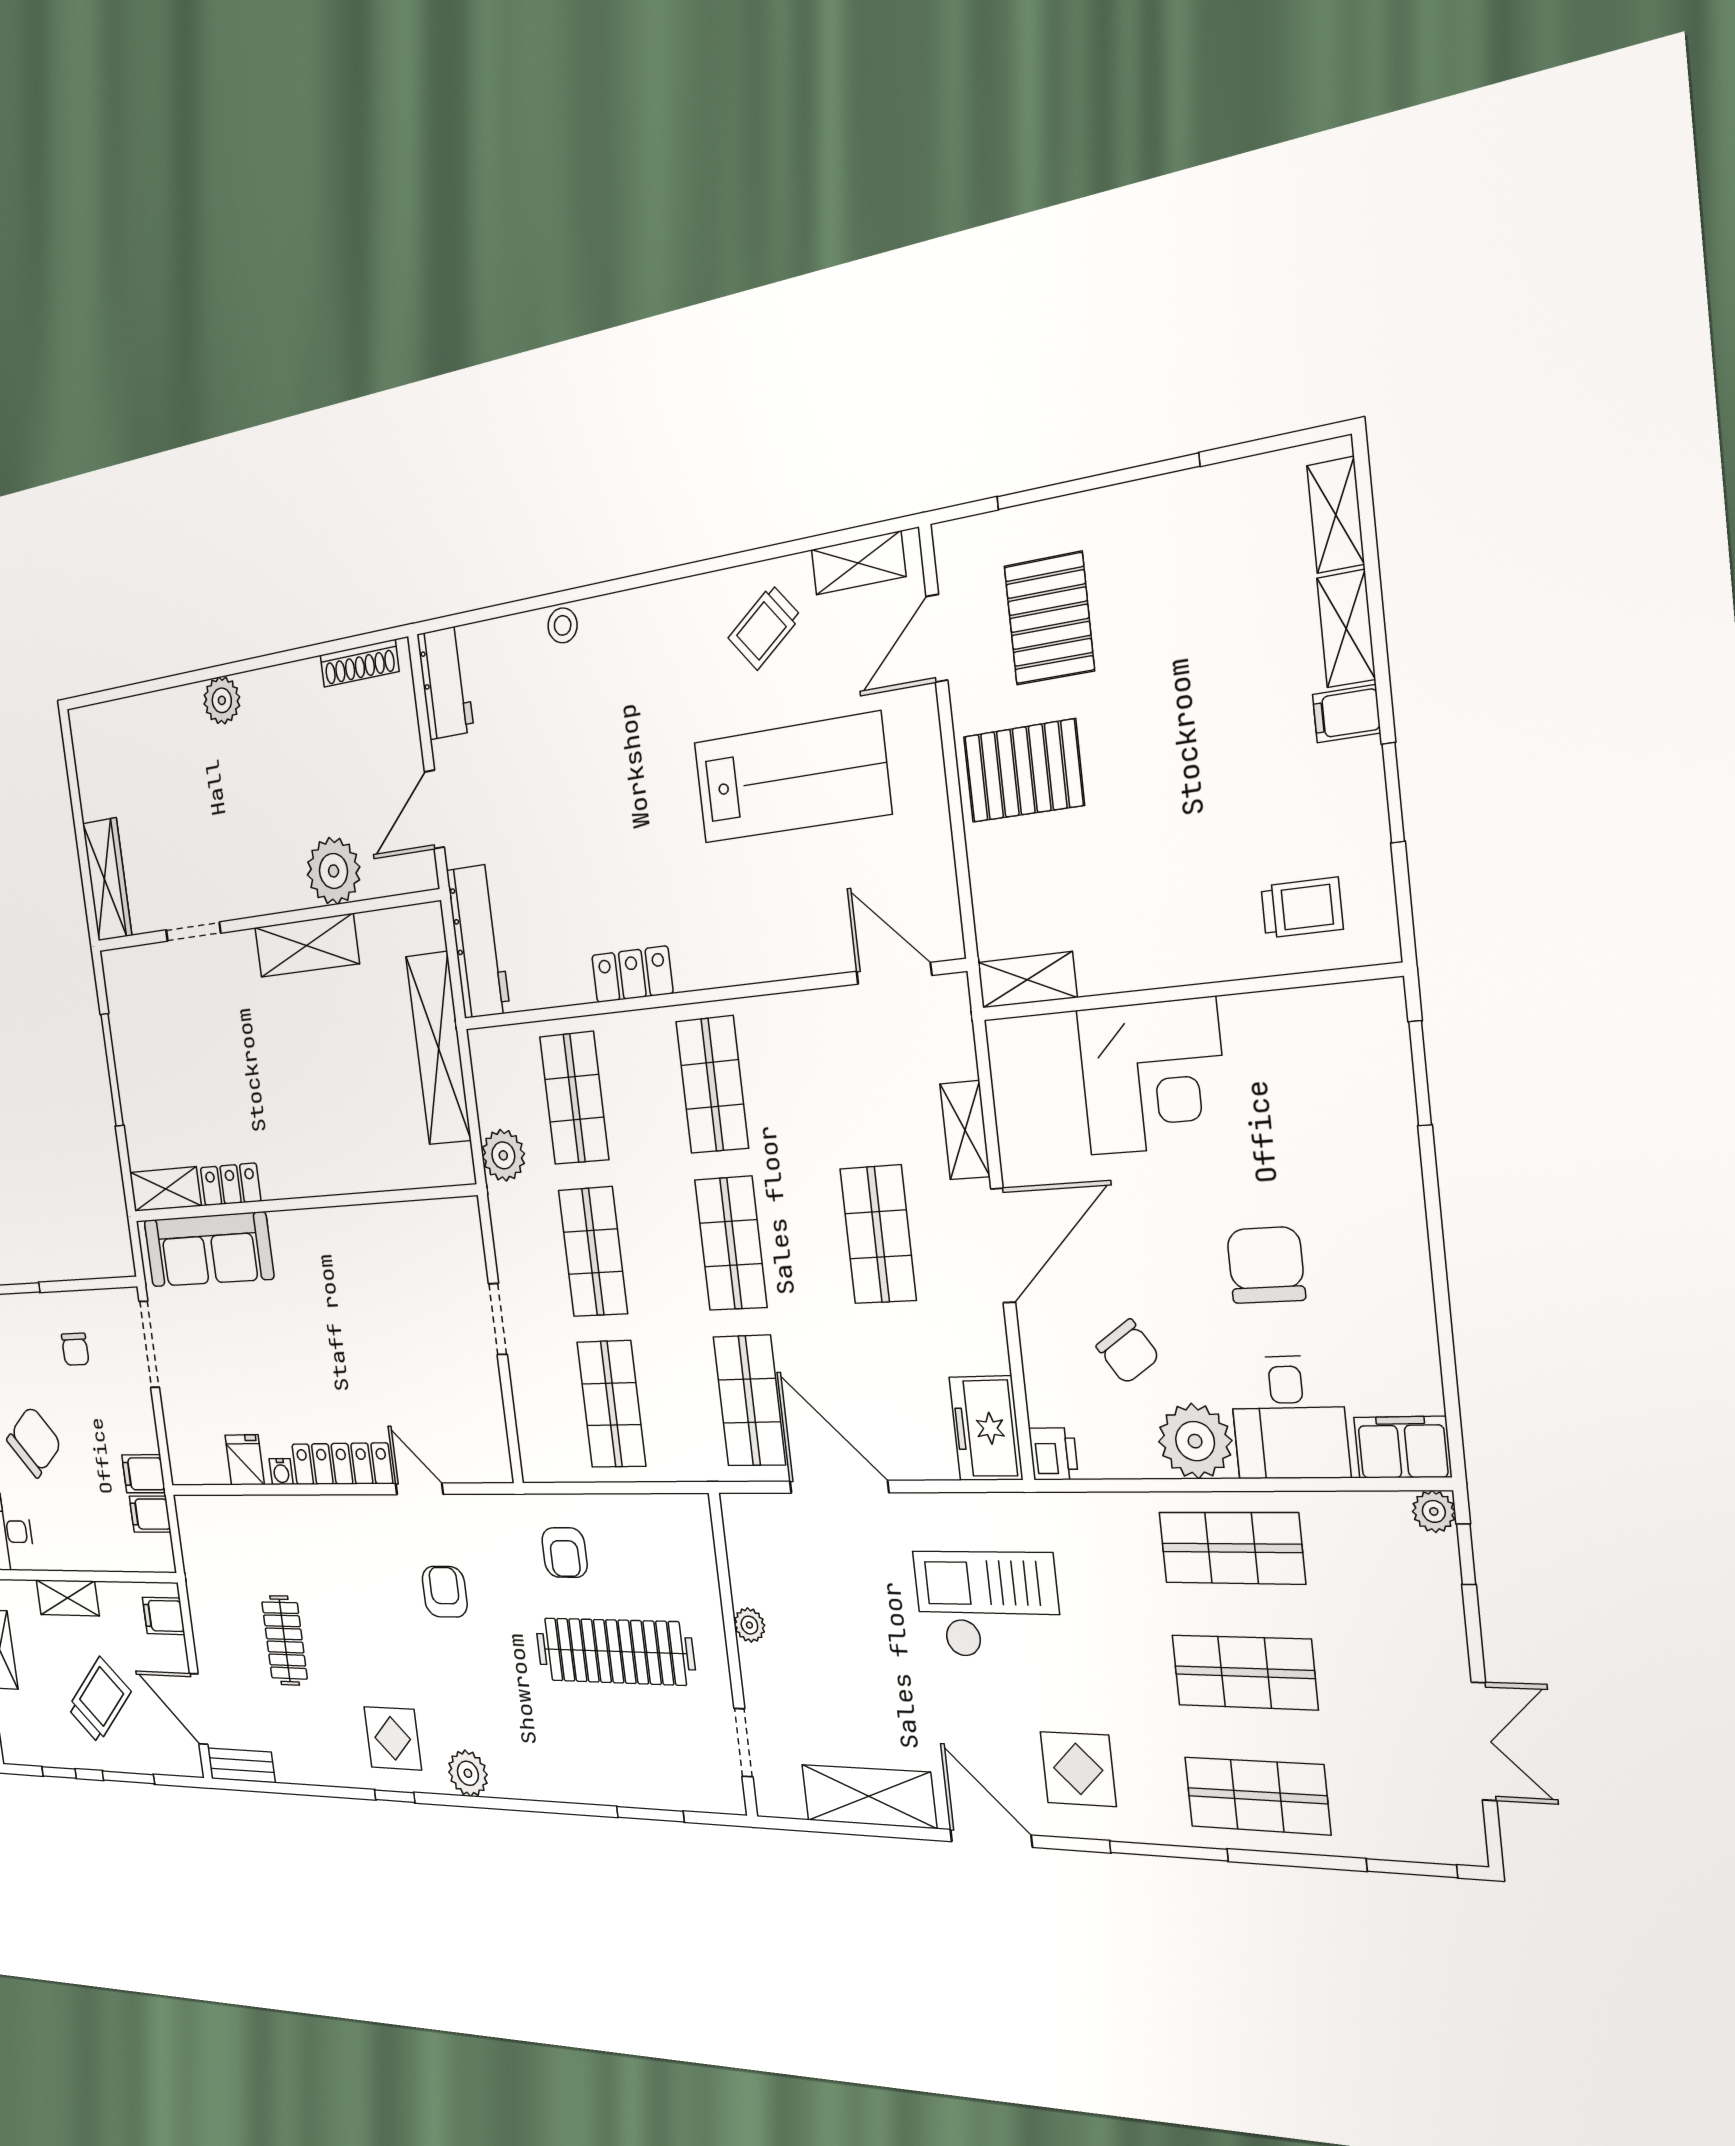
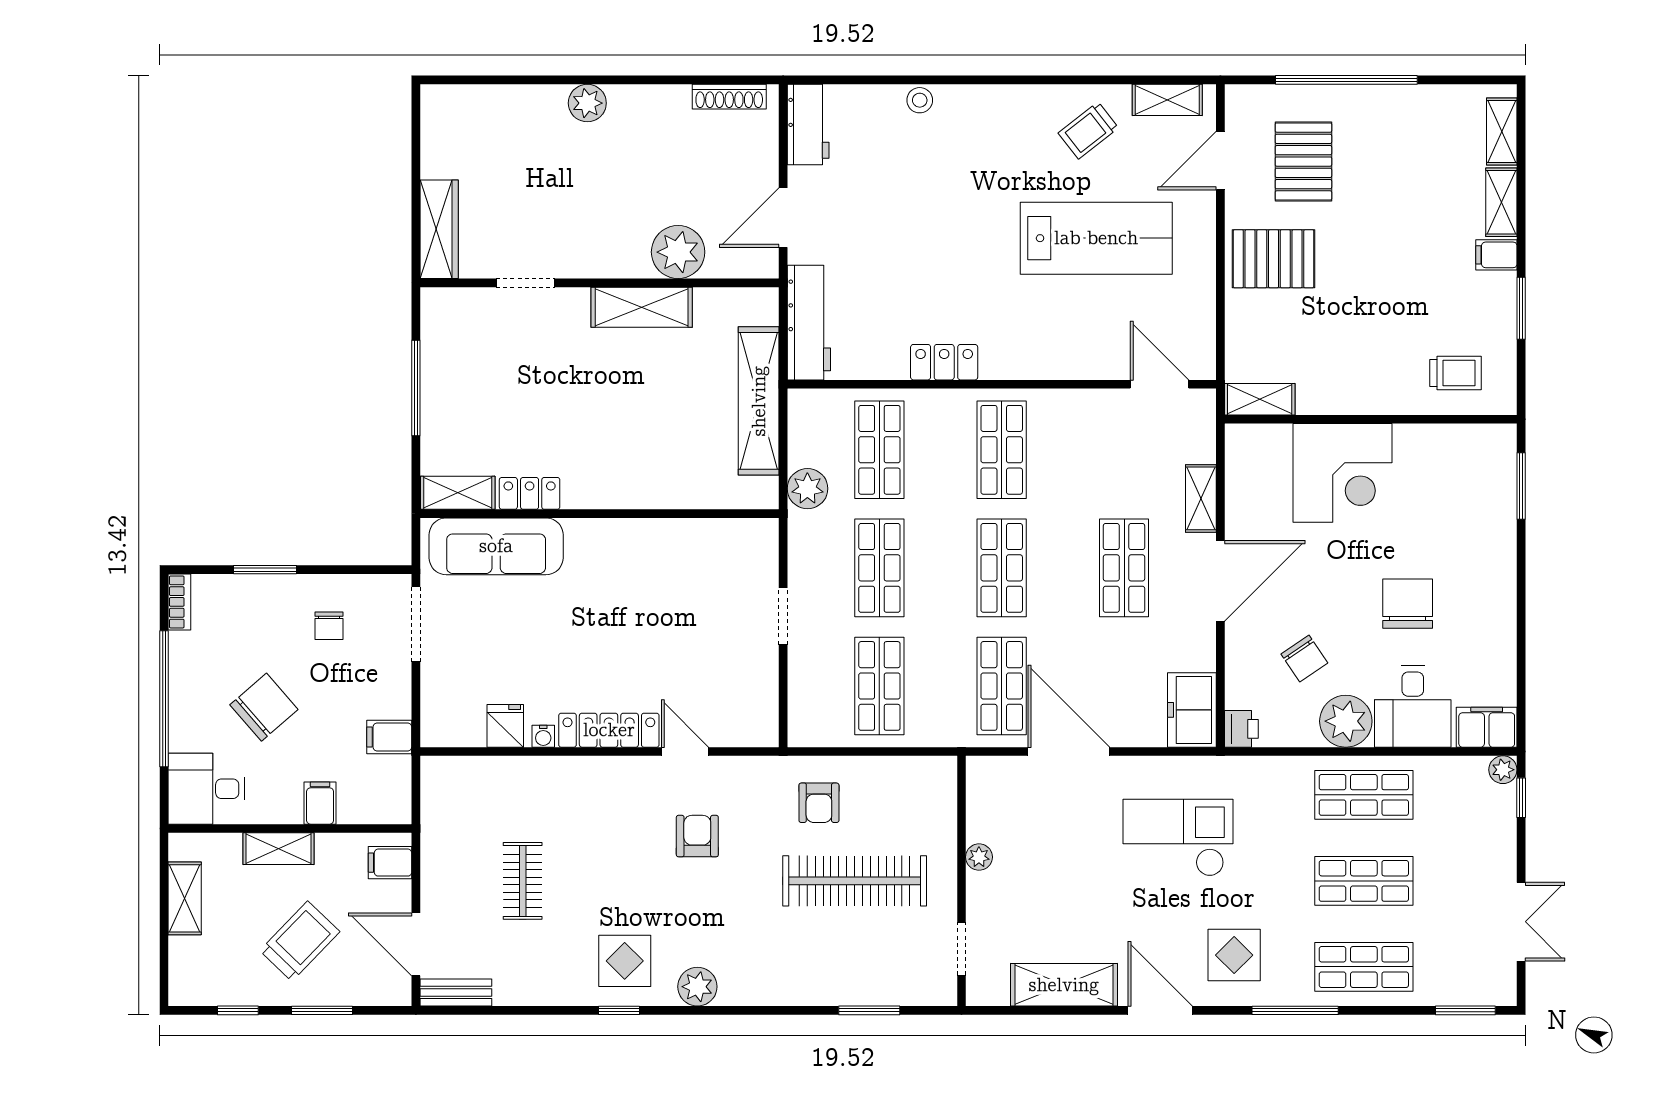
filing cabinet: (150, 1514) -> (320, 803), moved, turned 90

